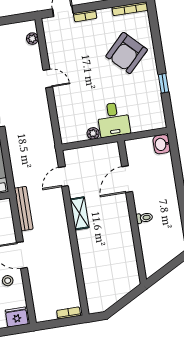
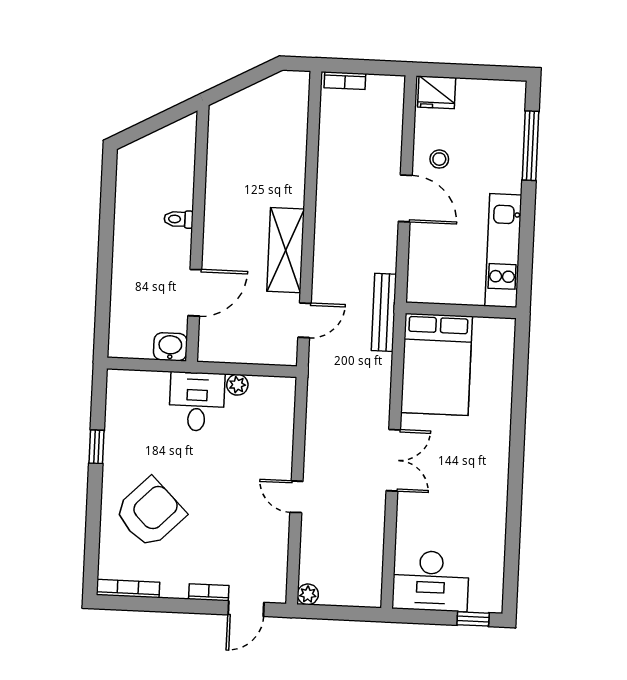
plant: (32, 39) -> (308, 594), moved
washbasin: (162, 144) -> (170, 347), moved, turned -90
bench: (24, 209) -> (384, 312), moved
shelving: (80, 213) -> (286, 250), width x1.50, depth x1.33

